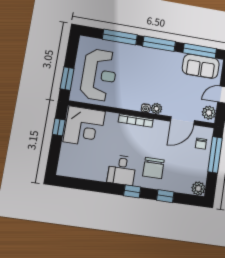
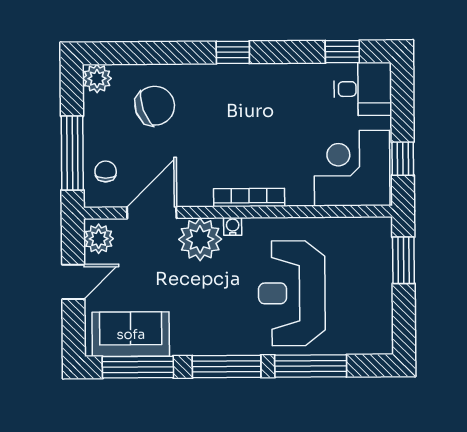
reception desk: (99, 75) -> (292, 293), moved
plant: (157, 109) -> (200, 239), width x1.87, depth x1.87
chair: (153, 168) -> (155, 106), moved, turned 70
desk: (122, 170) -> (363, 89), moved, turned 90
window: (165, 196) -> (342, 52), moved

